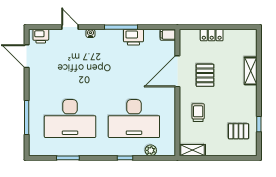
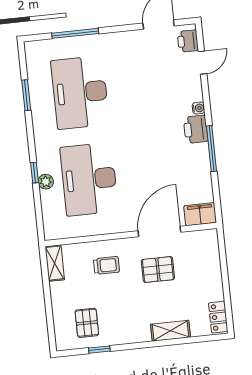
door: (70, 27) -> (202, 63), moved
filing cabinet: (168, 35) -> (200, 214), width x2.00
locker: (212, 35) -> (218, 317), moved
printer: (133, 37) -> (196, 129), moved
door: (177, 71) -> (159, 232), hinge flipped
plant: (151, 150) -> (46, 182), moved

